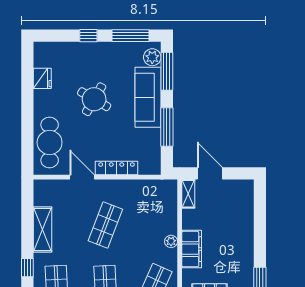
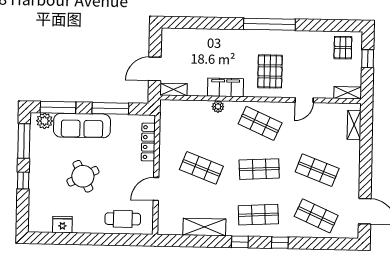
round table: (94, 99) -> (83, 176), turned 34
cafe table: (50, 142) -> (123, 219), width x0.73, depth x0.74
locker: (117, 168) -> (148, 142), moved

